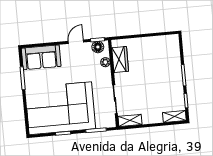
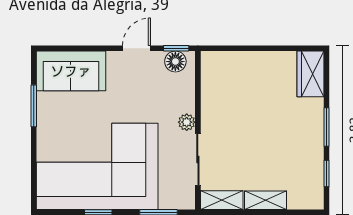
wardrobe: (120, 59) -> (310, 74), moved, turned 180
plant: (105, 62) -> (187, 122), moved
shelving: (174, 116) -> (265, 200), moved

